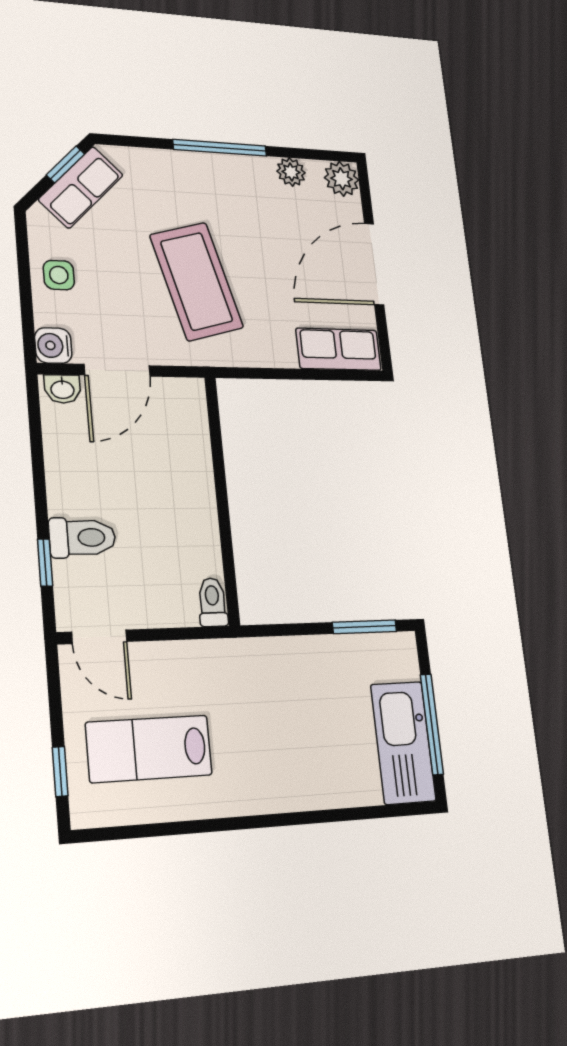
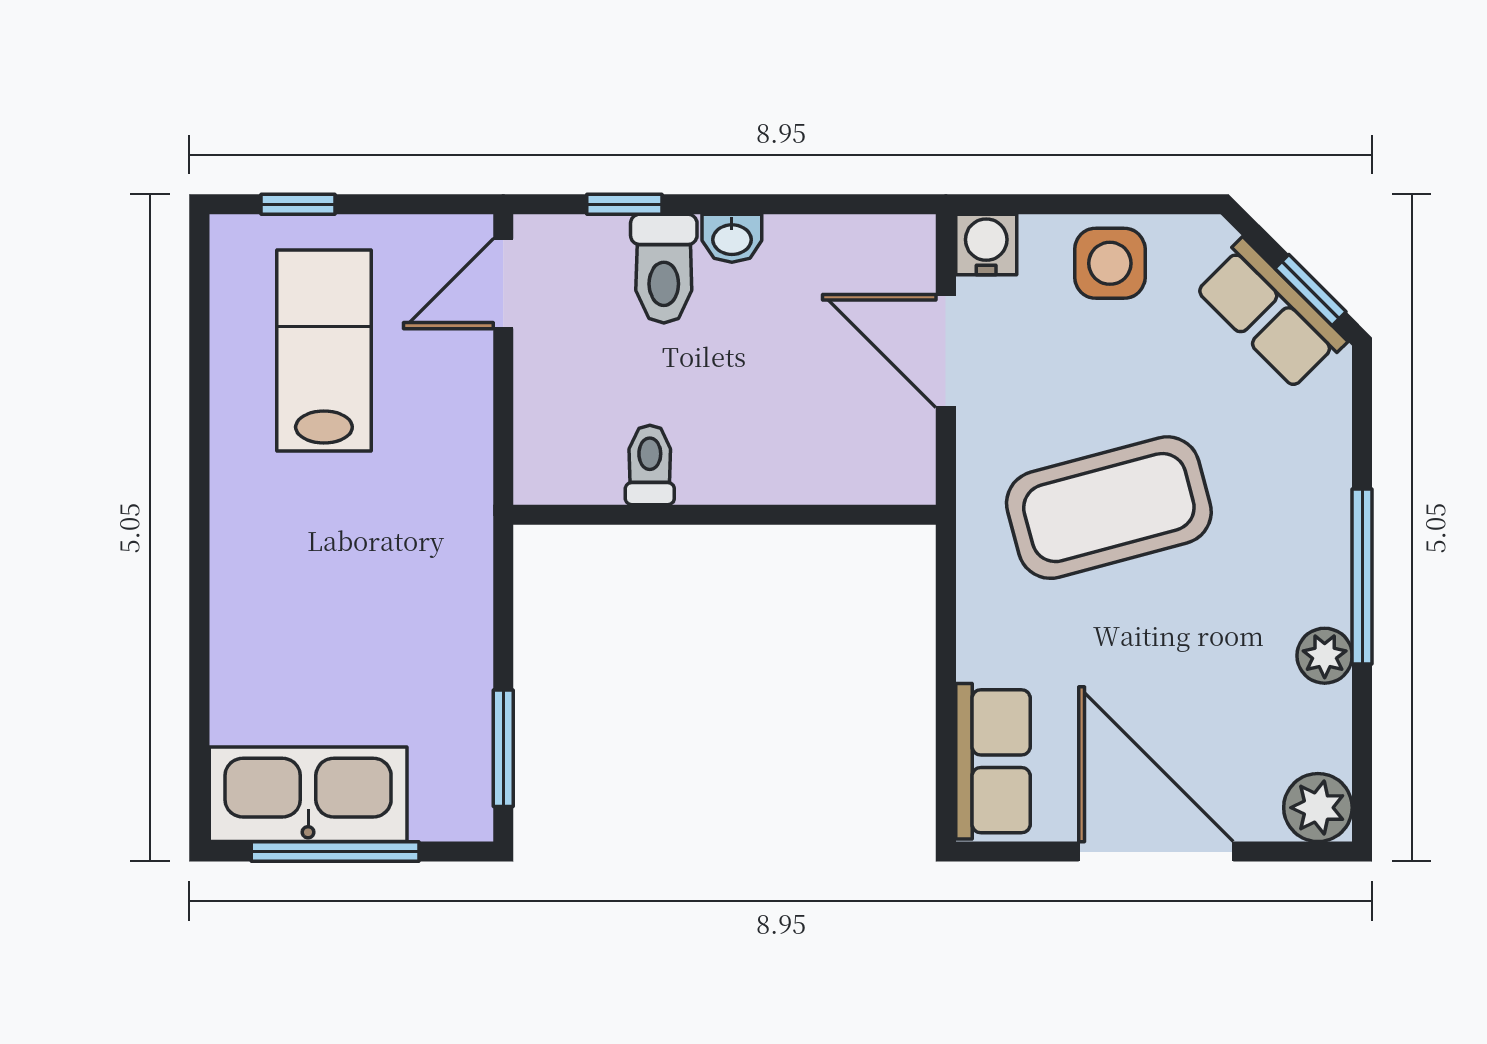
plant: (291, 172) -> (1325, 656), moved
side table: (59, 275) -> (1110, 263), width x1.37, depth x1.37
washbasin: (62, 389) -> (732, 238), moved, turned -90
toilet: (212, 602) -> (650, 465), moved, turned -90

